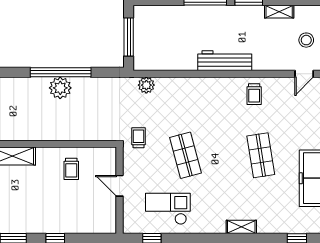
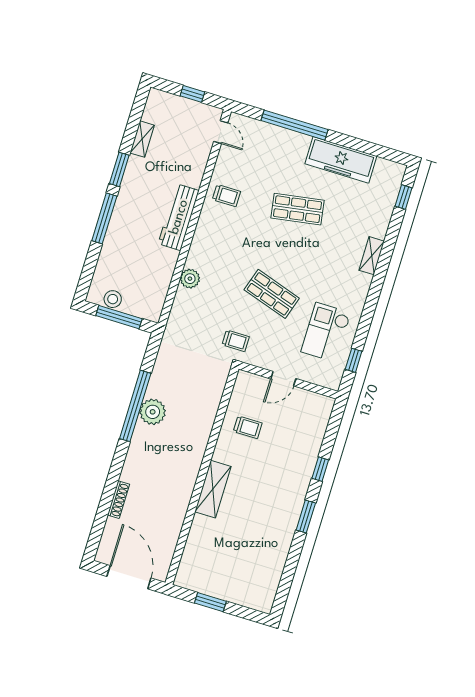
stool: (306, 40) -> (113, 299), moved
plant: (146, 85) -> (190, 279), moved
trolley: (138, 138) -> (236, 341), turned 180
shop shelf: (185, 155) -> (272, 294), turned 33

